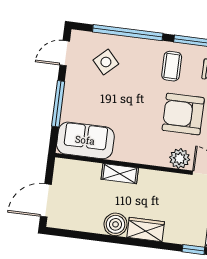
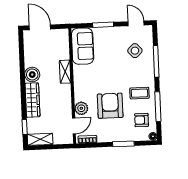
window: (128, 33) -> (156, 61), width x0.68
window: (58, 104) -> (103, 25), width x0.69
wardrobe: (146, 229) -> (33, 100), width x1.50

